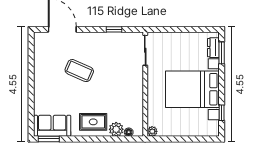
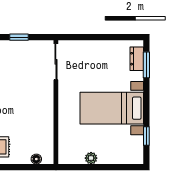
bed with nightstands: (192, 89) -> (112, 108), width x0.73
plant: (116, 129) -> (22, 156), removed
plant: (152, 131) -> (91, 158), moved

